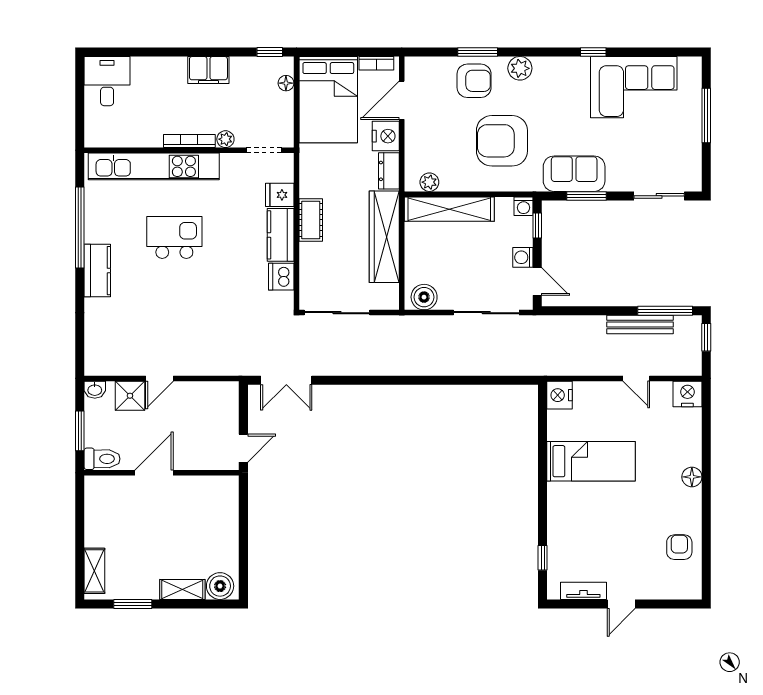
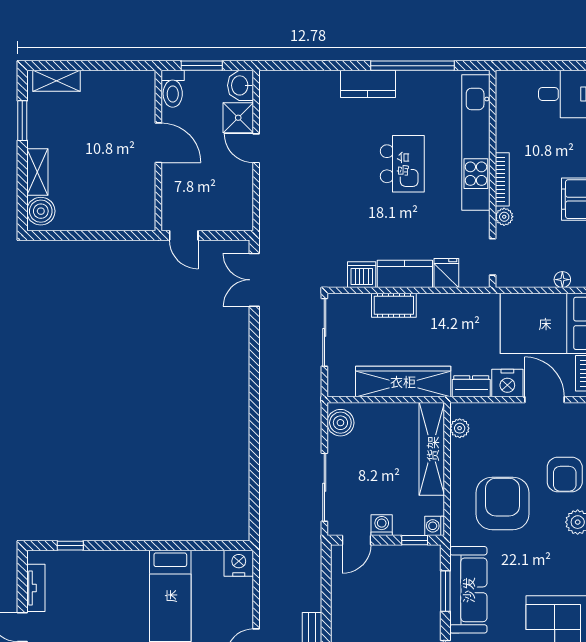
sofa: (574, 174) -> (468, 590), width x1.36
cot: (311, 220) -> (394, 305), moved
washbasin: (95, 390) -> (240, 85), width x1.38, depth x1.45

